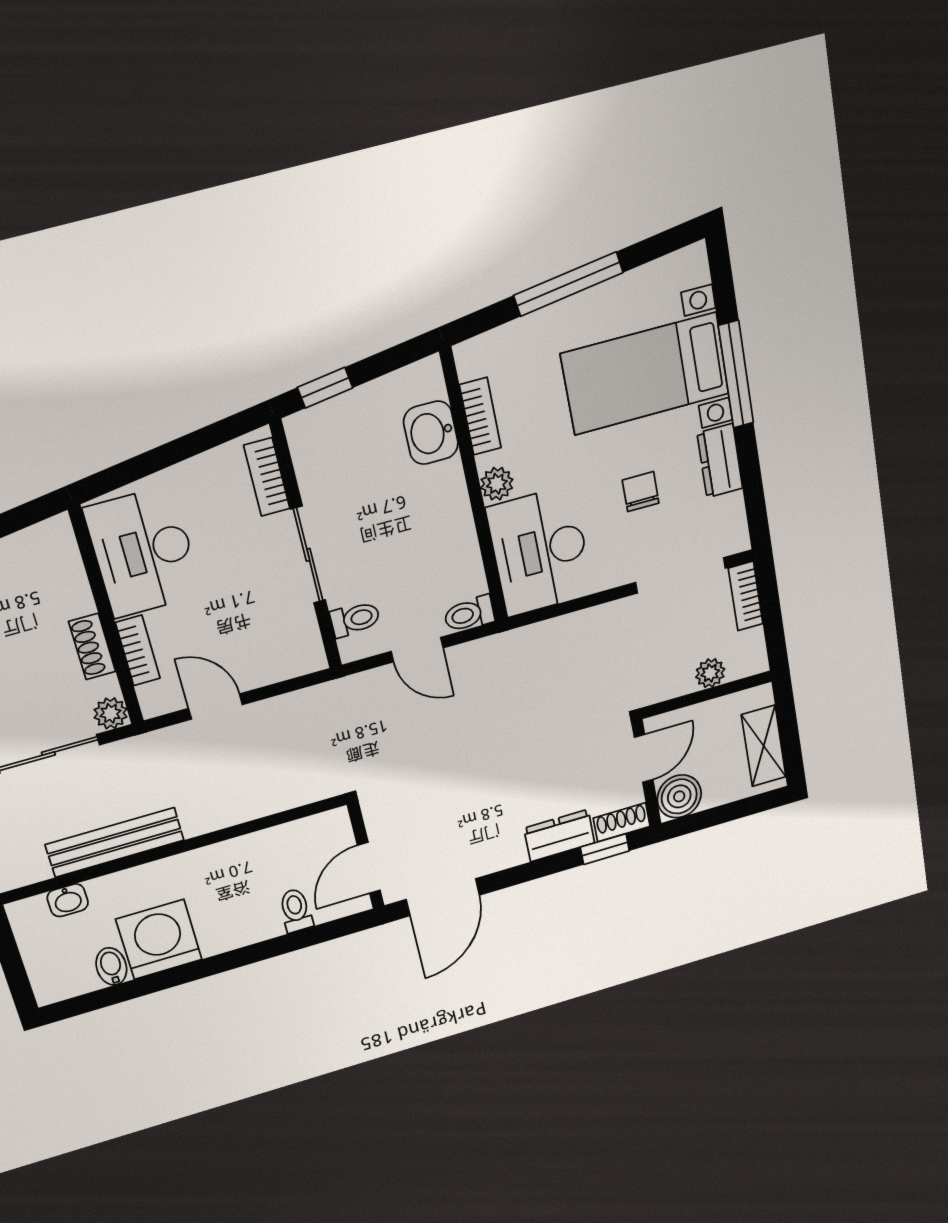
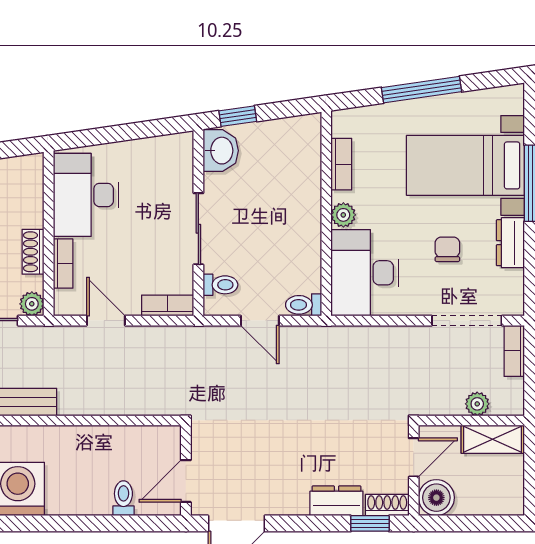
washbasin: (431, 433) -> (221, 151), moved, turned 180
bookcase: (267, 477) -> (168, 306), moved, turned 90
shelving: (764, 746) -> (493, 439), moved, turned 90

